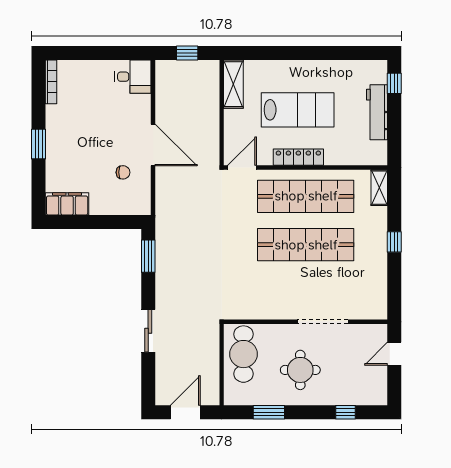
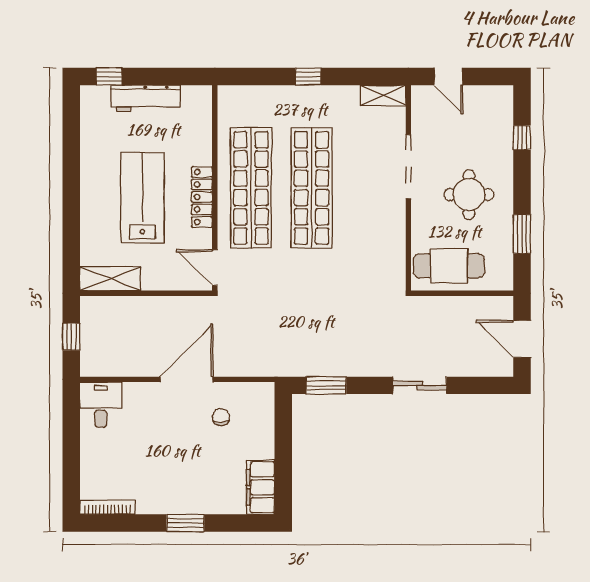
shelving: (379, 188) -> (383, 95), moved

